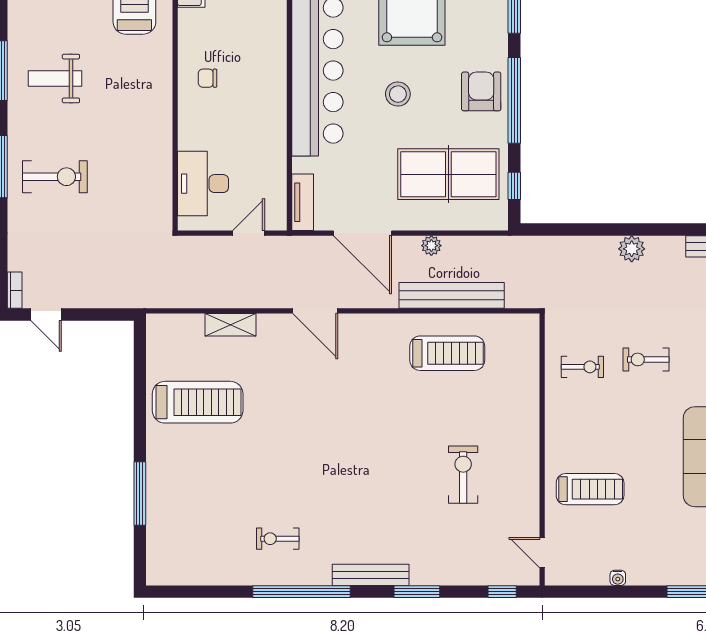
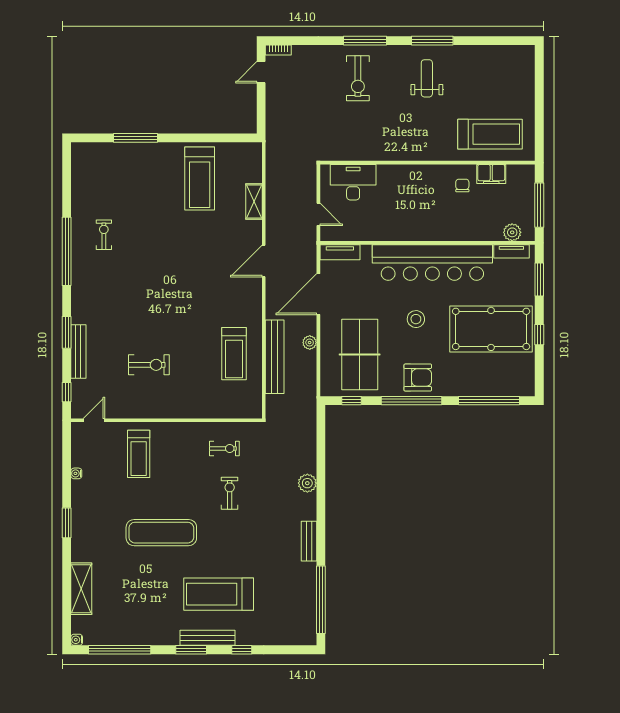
chair: (208, 78) -> (462, 185), moved
exercise bike: (582, 367) -> (224, 449), turned -90
bench: (371, 575) -> (78, 351), moved

